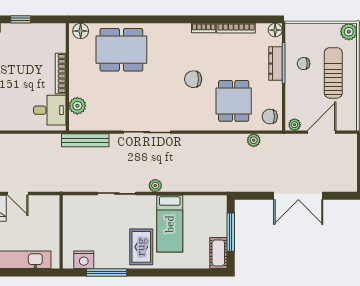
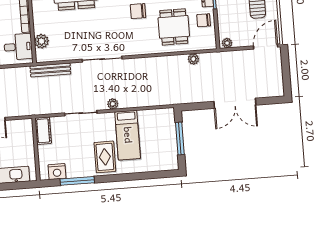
chair: (270, 117) -> (204, 20), moved
door: (322, 132) -> (266, 47), moved
cot: (218, 253) -> (43, 131), moved

